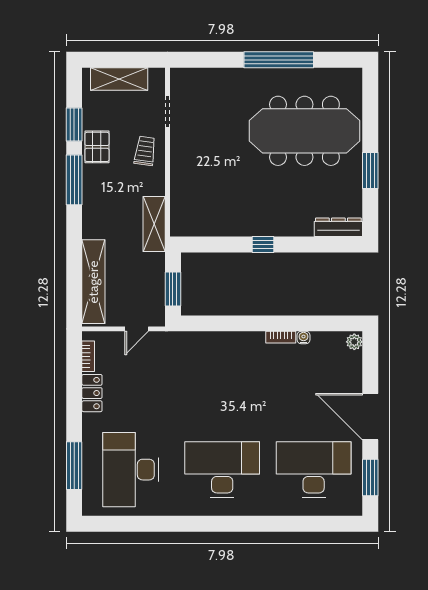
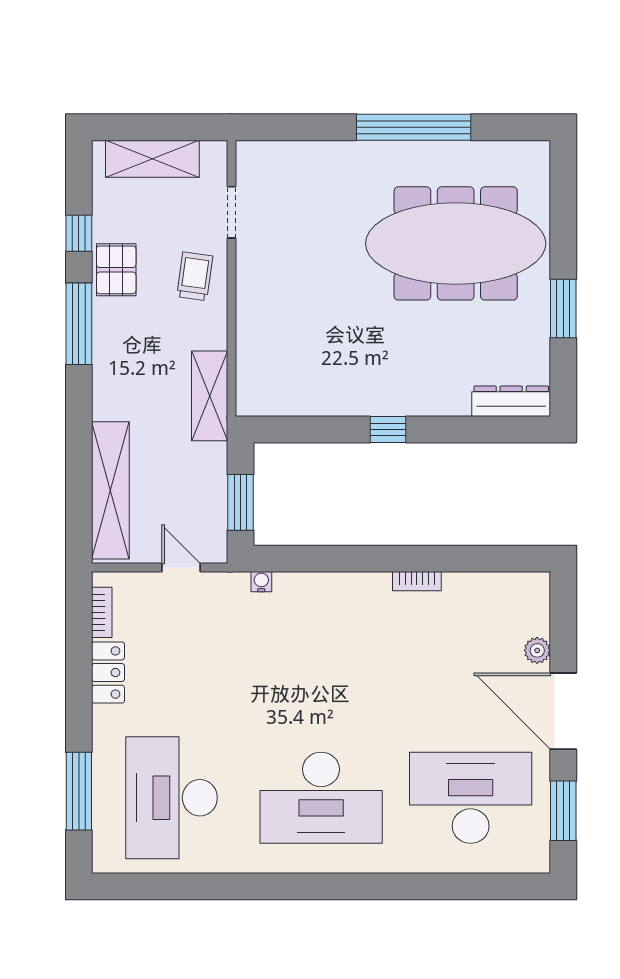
window: (74, 125) -> (79, 233), width x0.67
door: (137, 329) -> (181, 568), swing flipped
water cooler: (303, 338) -> (261, 582), moved
plant: (354, 342) -> (537, 650), moved
desk: (222, 470) -> (321, 798), turned 180

